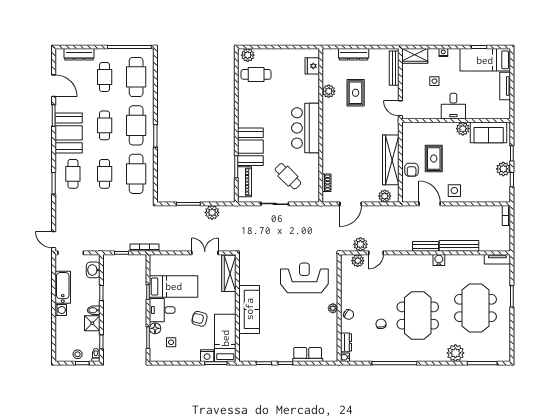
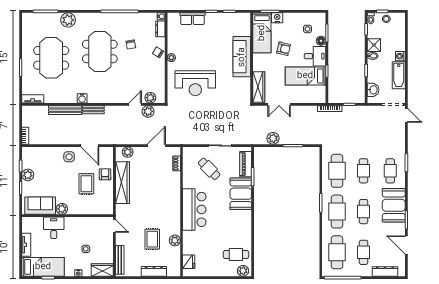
desk: (453, 106) -> (54, 228), moved

